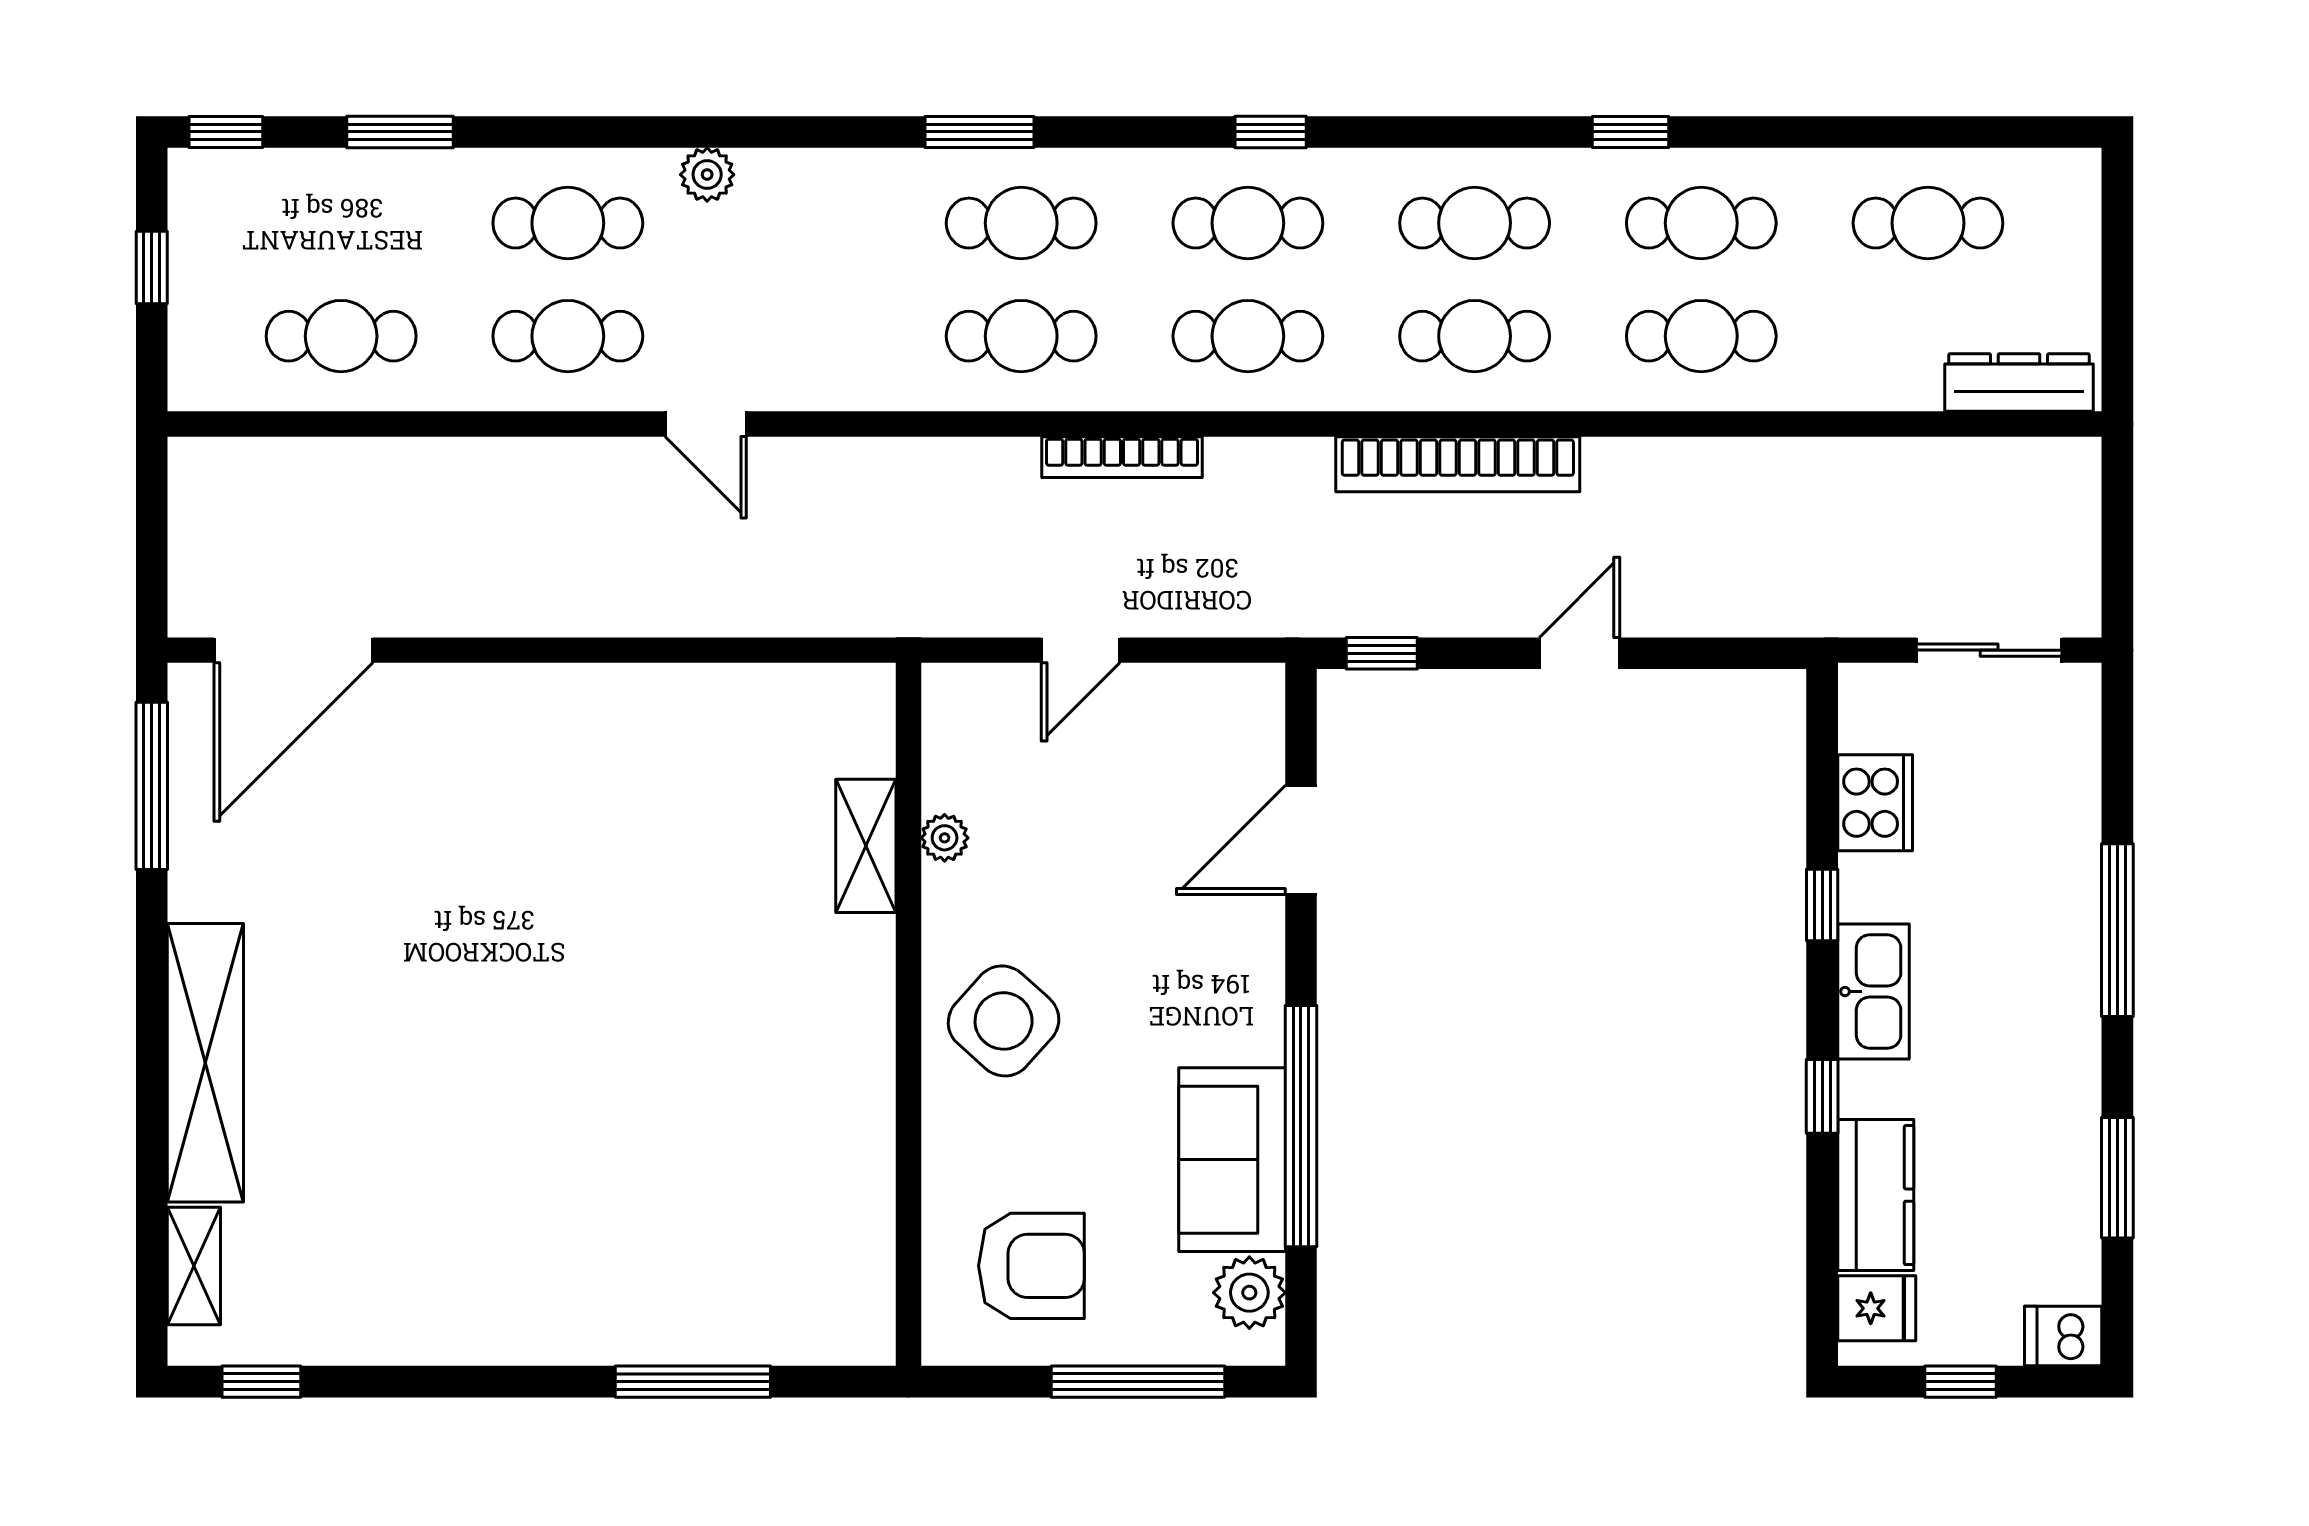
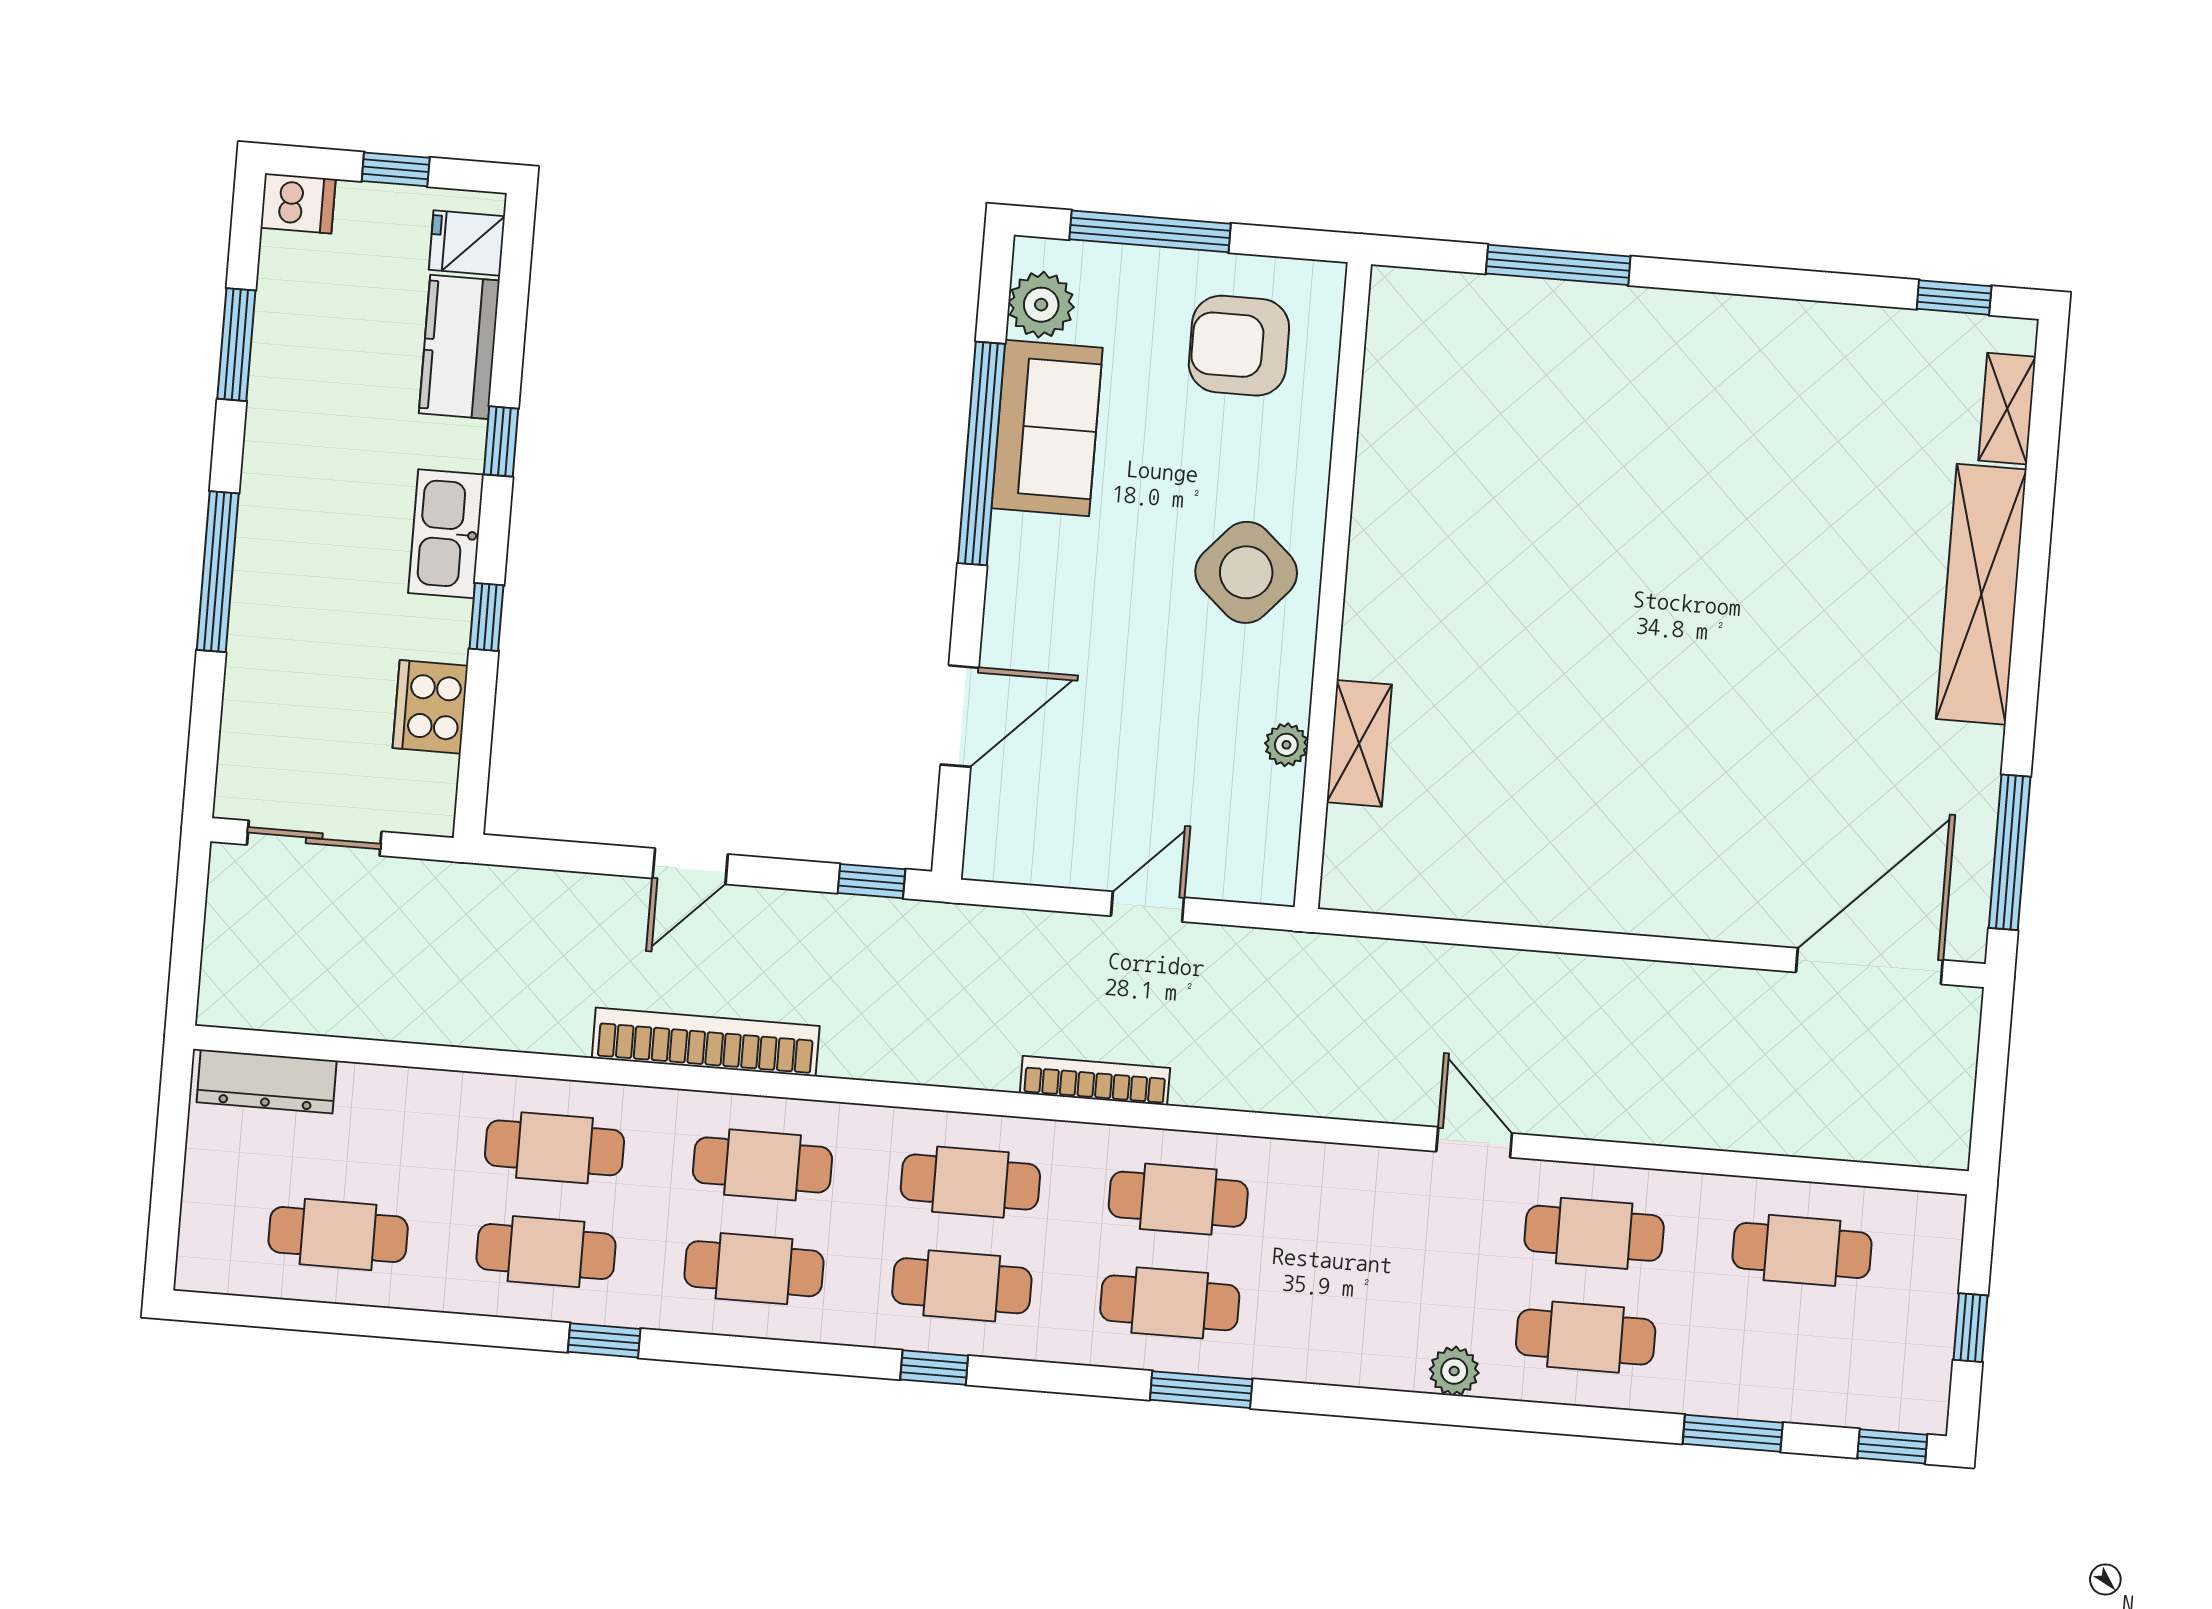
bookcase: (1458, 464) -> (706, 1042), moved

